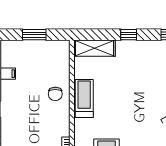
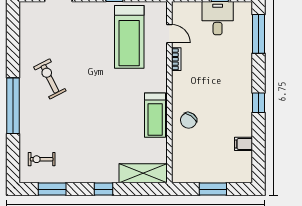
chair: (55, 94) -> (189, 120), turned -145

